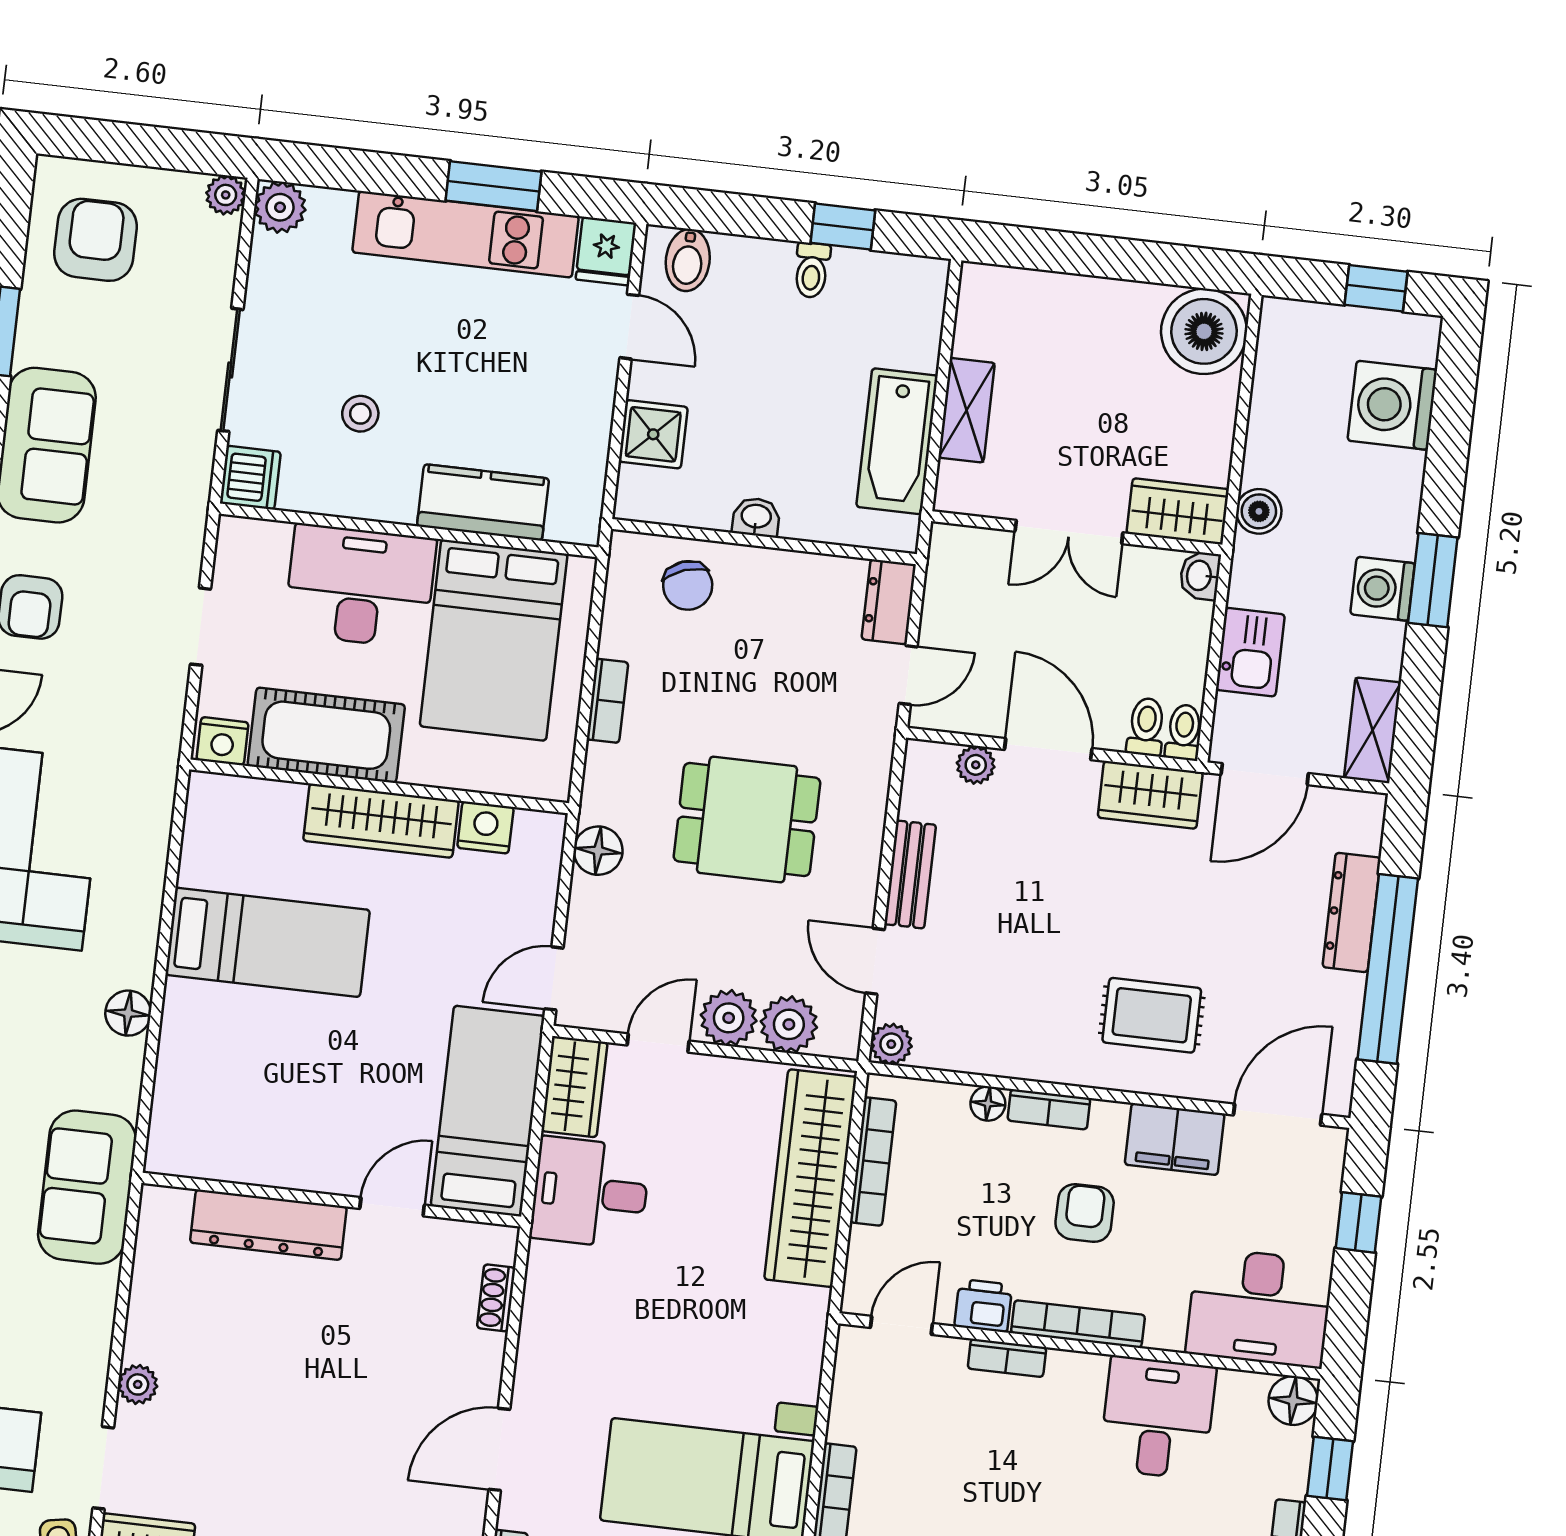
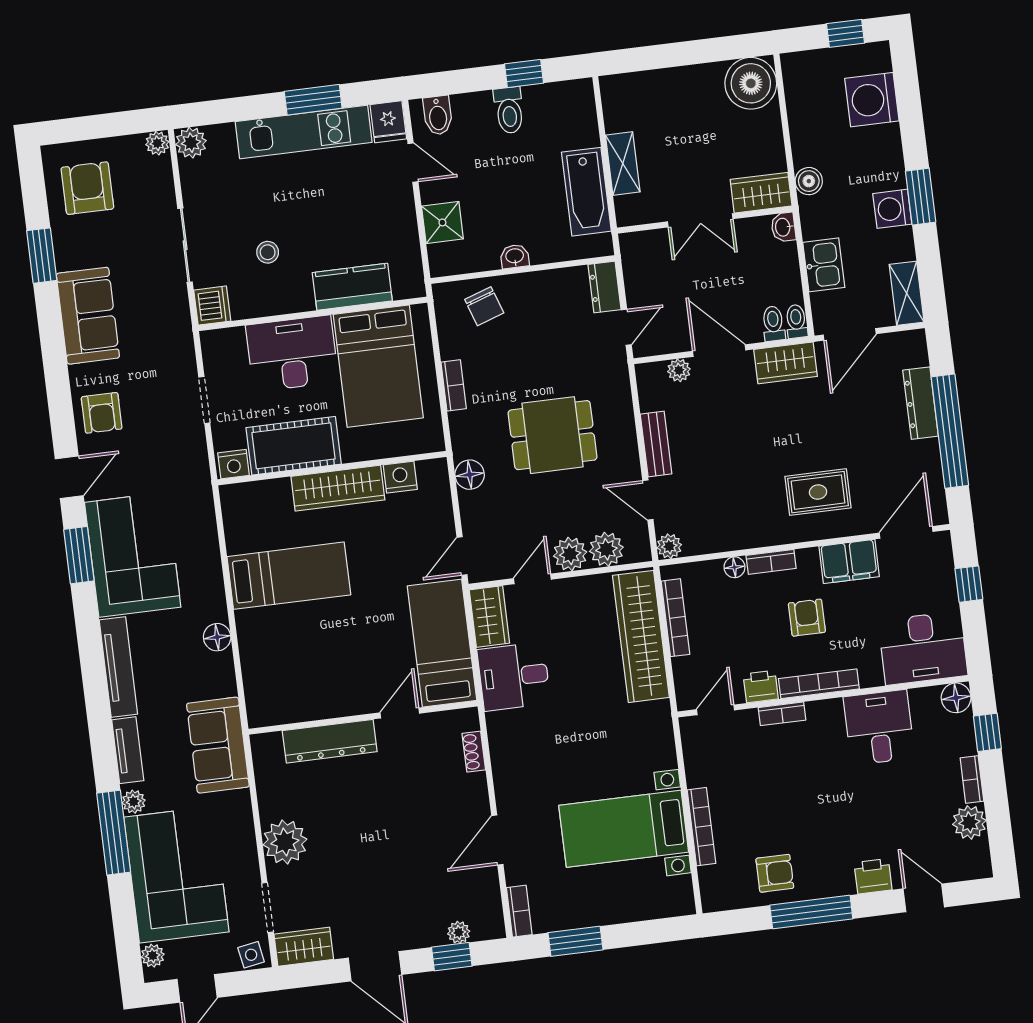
toilet: (812, 270) -> (509, 110), width x1.37, depth x1.39
plant: (138, 1384) -> (285, 842), width x1.87, depth x1.87

